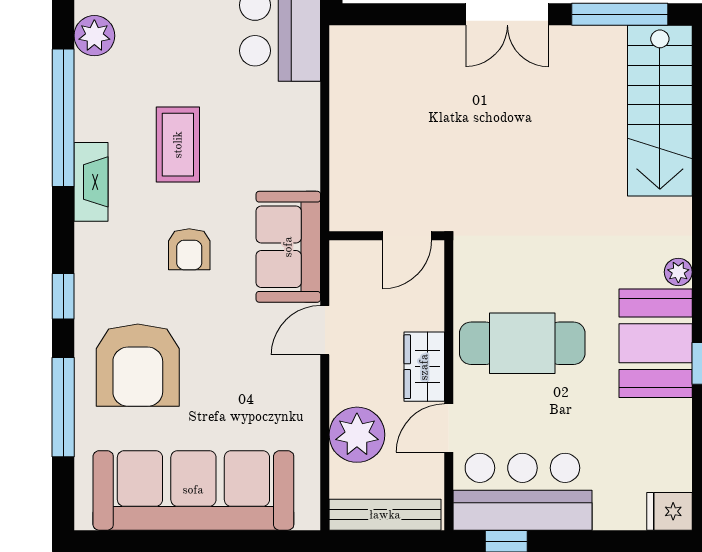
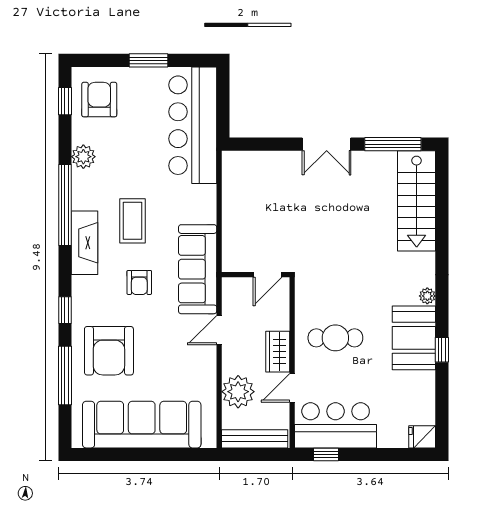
fireplace: (91, 182) -> (85, 243), width x1.37, depth x1.32
sofa: (288, 247) -> (198, 269), width x1.36
cafe table: (522, 343) -> (335, 338), width x0.73, depth x0.74

